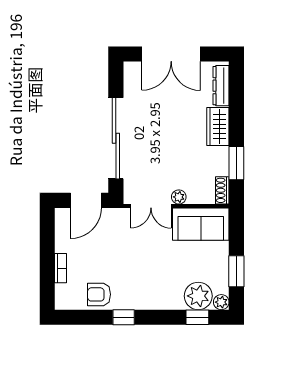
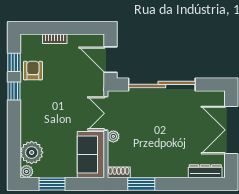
wardrobe: (218, 127) -> (171, 169), removed
window: (197, 317) -> (14, 62), moved

